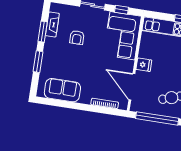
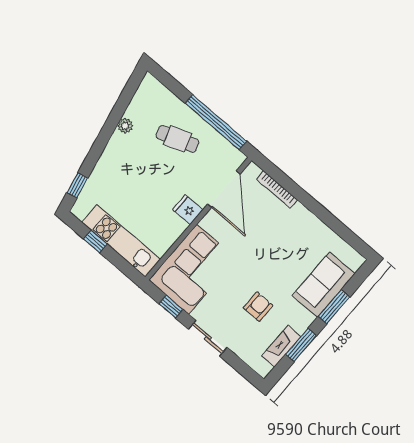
sofa: (62, 90) -> (324, 285), moved, turned 90

